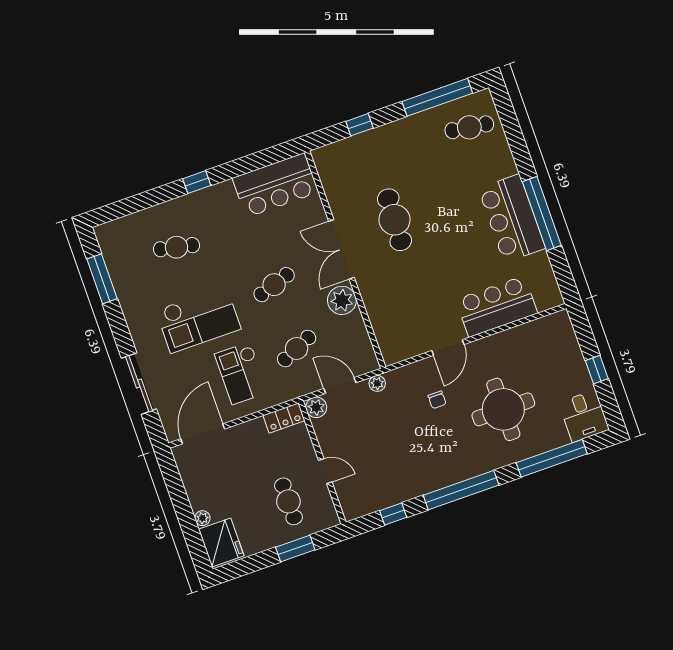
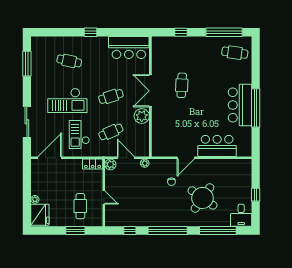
cafe table: (394, 220) -> (182, 85), width x0.73, depth x0.74
round table: (503, 409) -> (202, 198), turned 35

